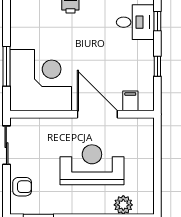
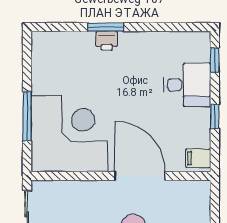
desk: (135, 22) -> (187, 85), moved
filing cabinet: (130, 101) -> (198, 158), moved, turned -90

